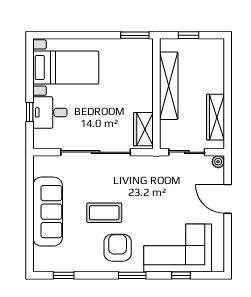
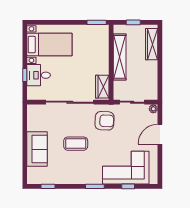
wardrobe: (216, 117) -> (152, 44), moved
door: (228, 199) -> (160, 134), hinge flipped
sofa: (48, 212) -> (37, 149), width x0.73
armchair: (118, 248) -> (105, 121), moved, turned 93

